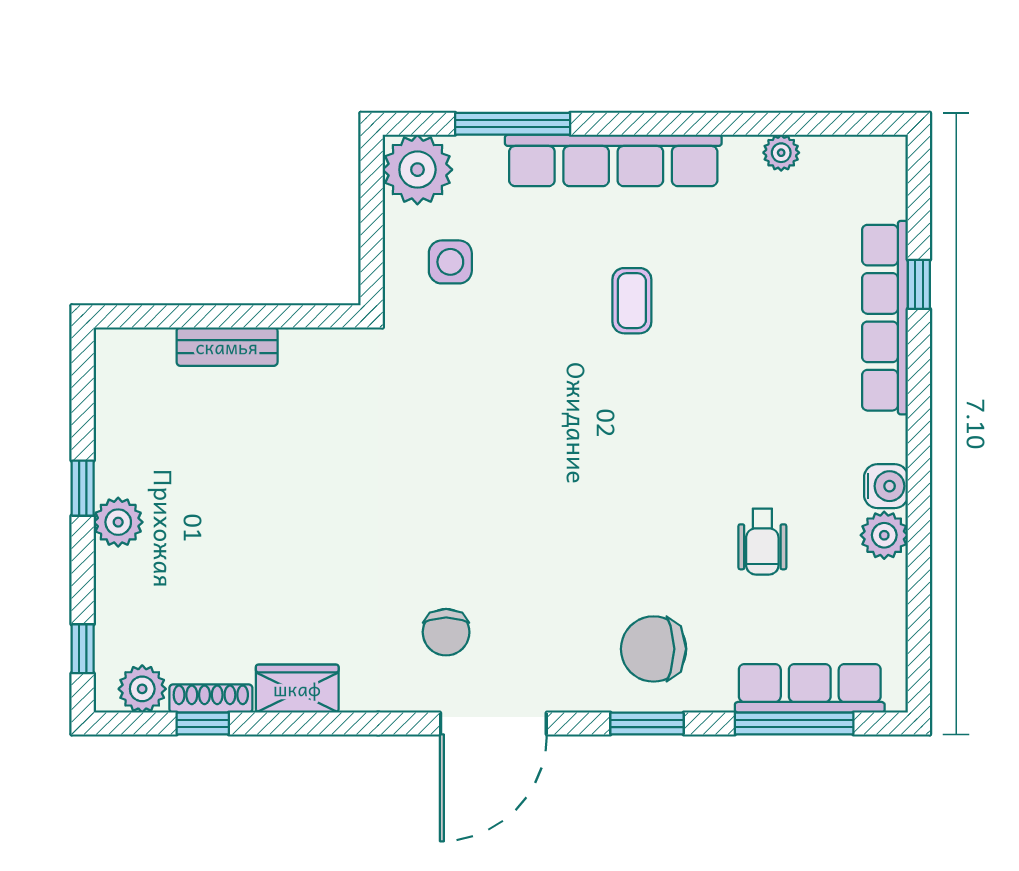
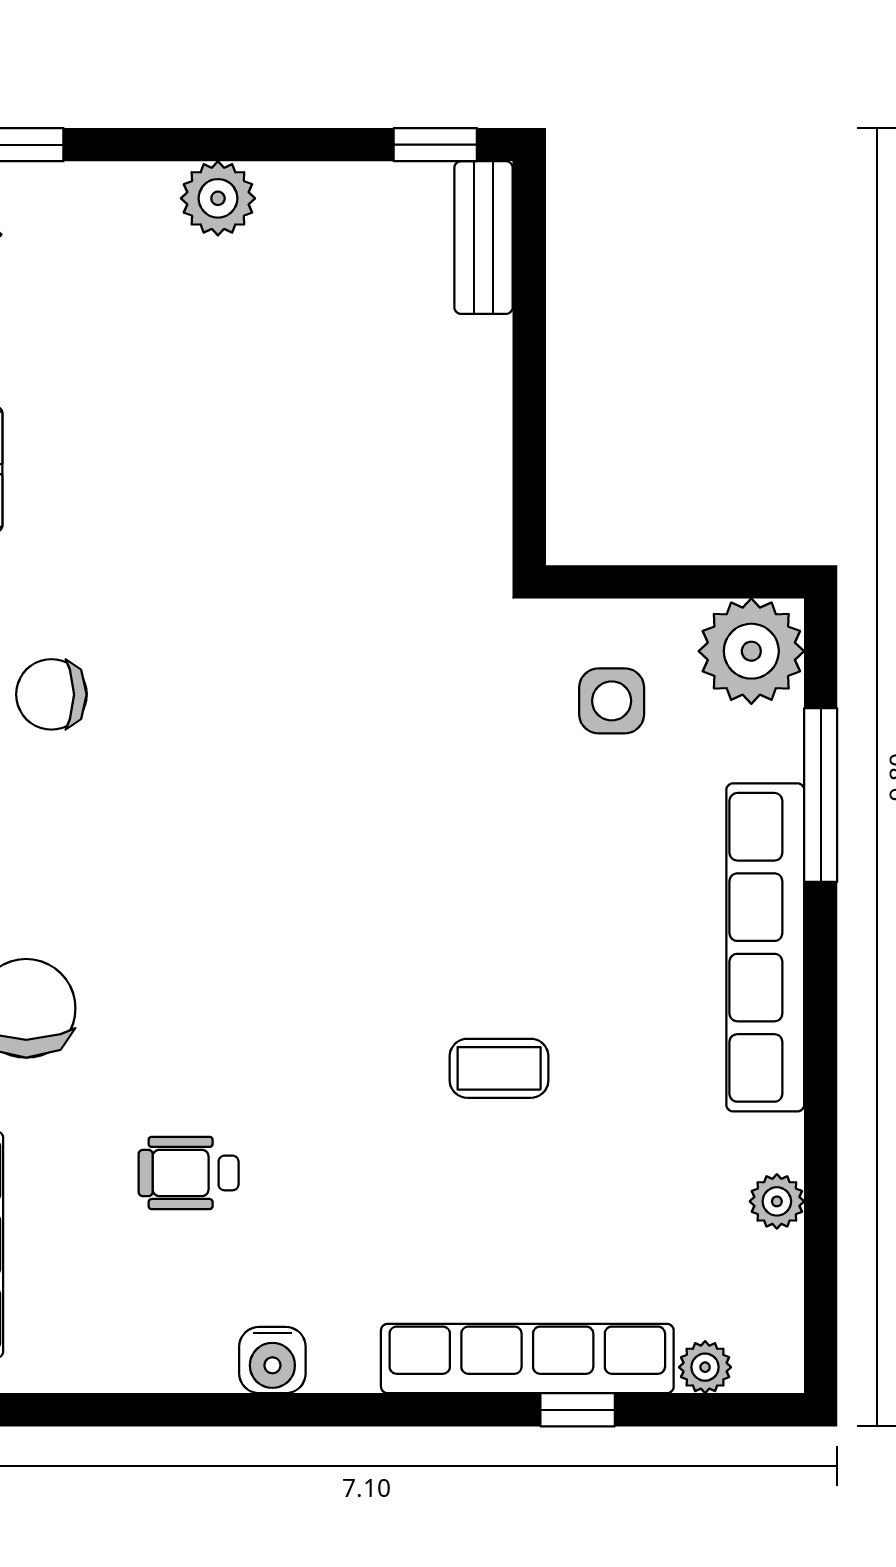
coffee table: (632, 301) -> (499, 1068), moved
bench: (227, 347) -> (484, 238), moved
window: (83, 488) -> (435, 145), moved
plant: (884, 535) -> (705, 1367), moved, width x0.73, depth x0.73

